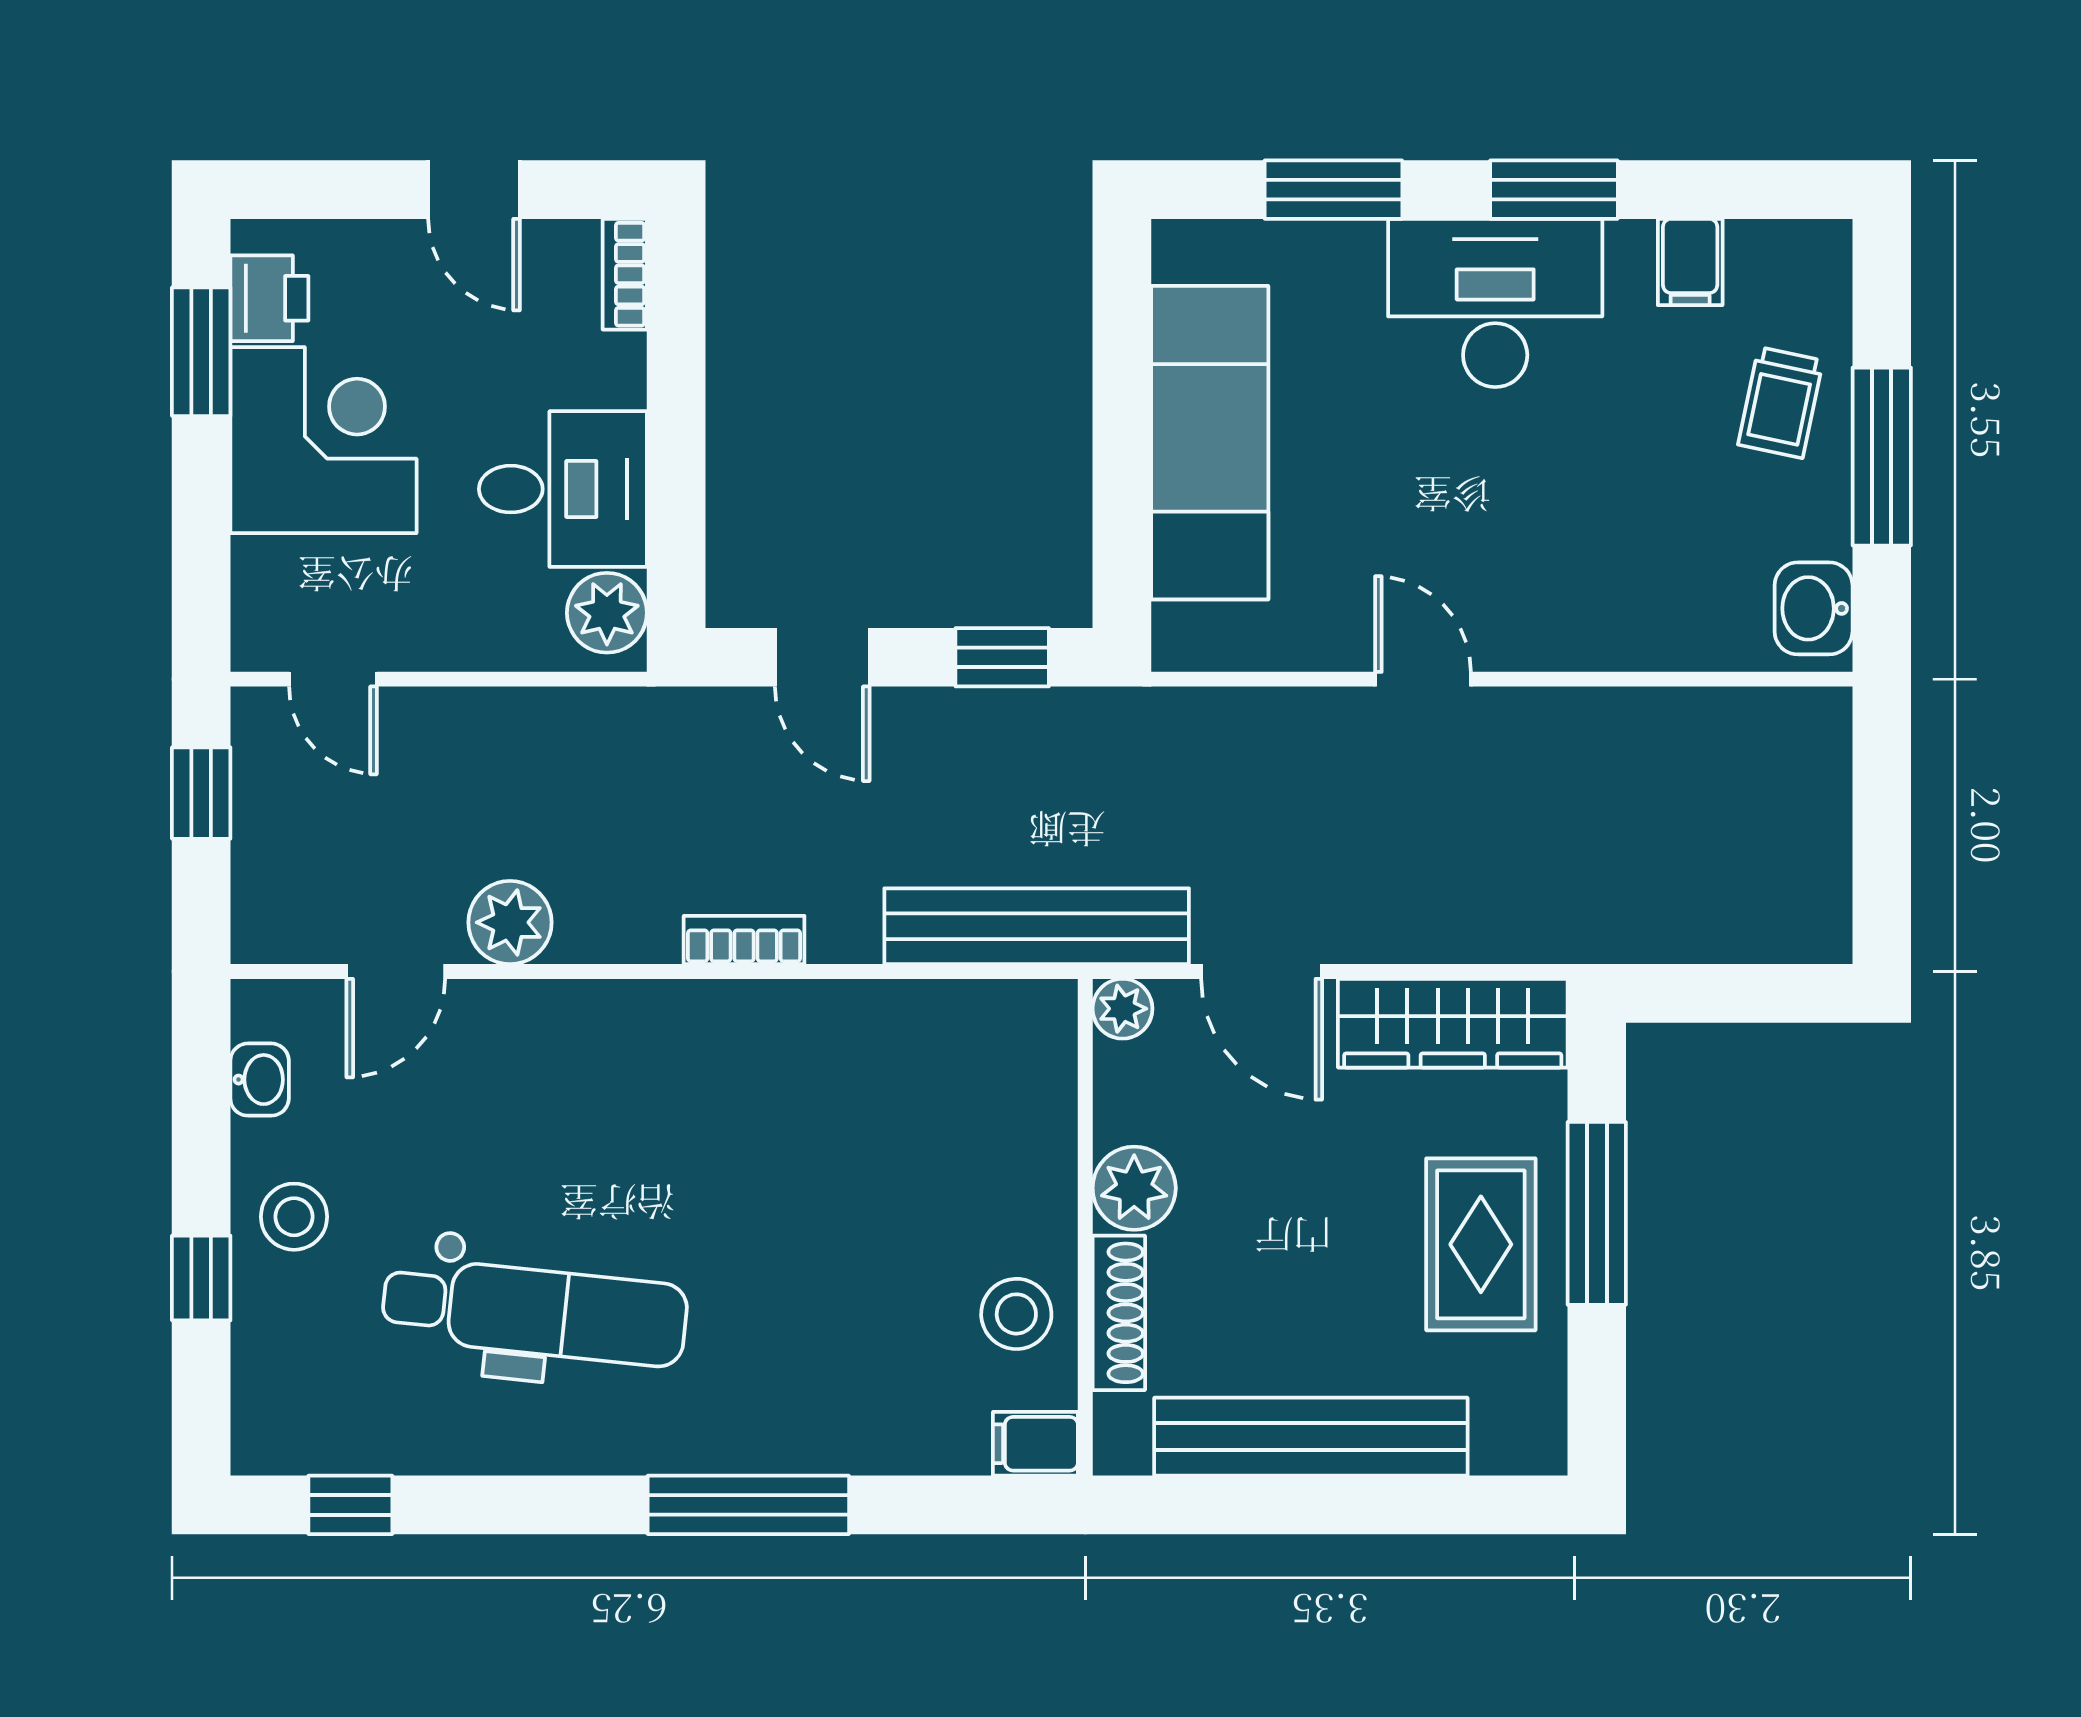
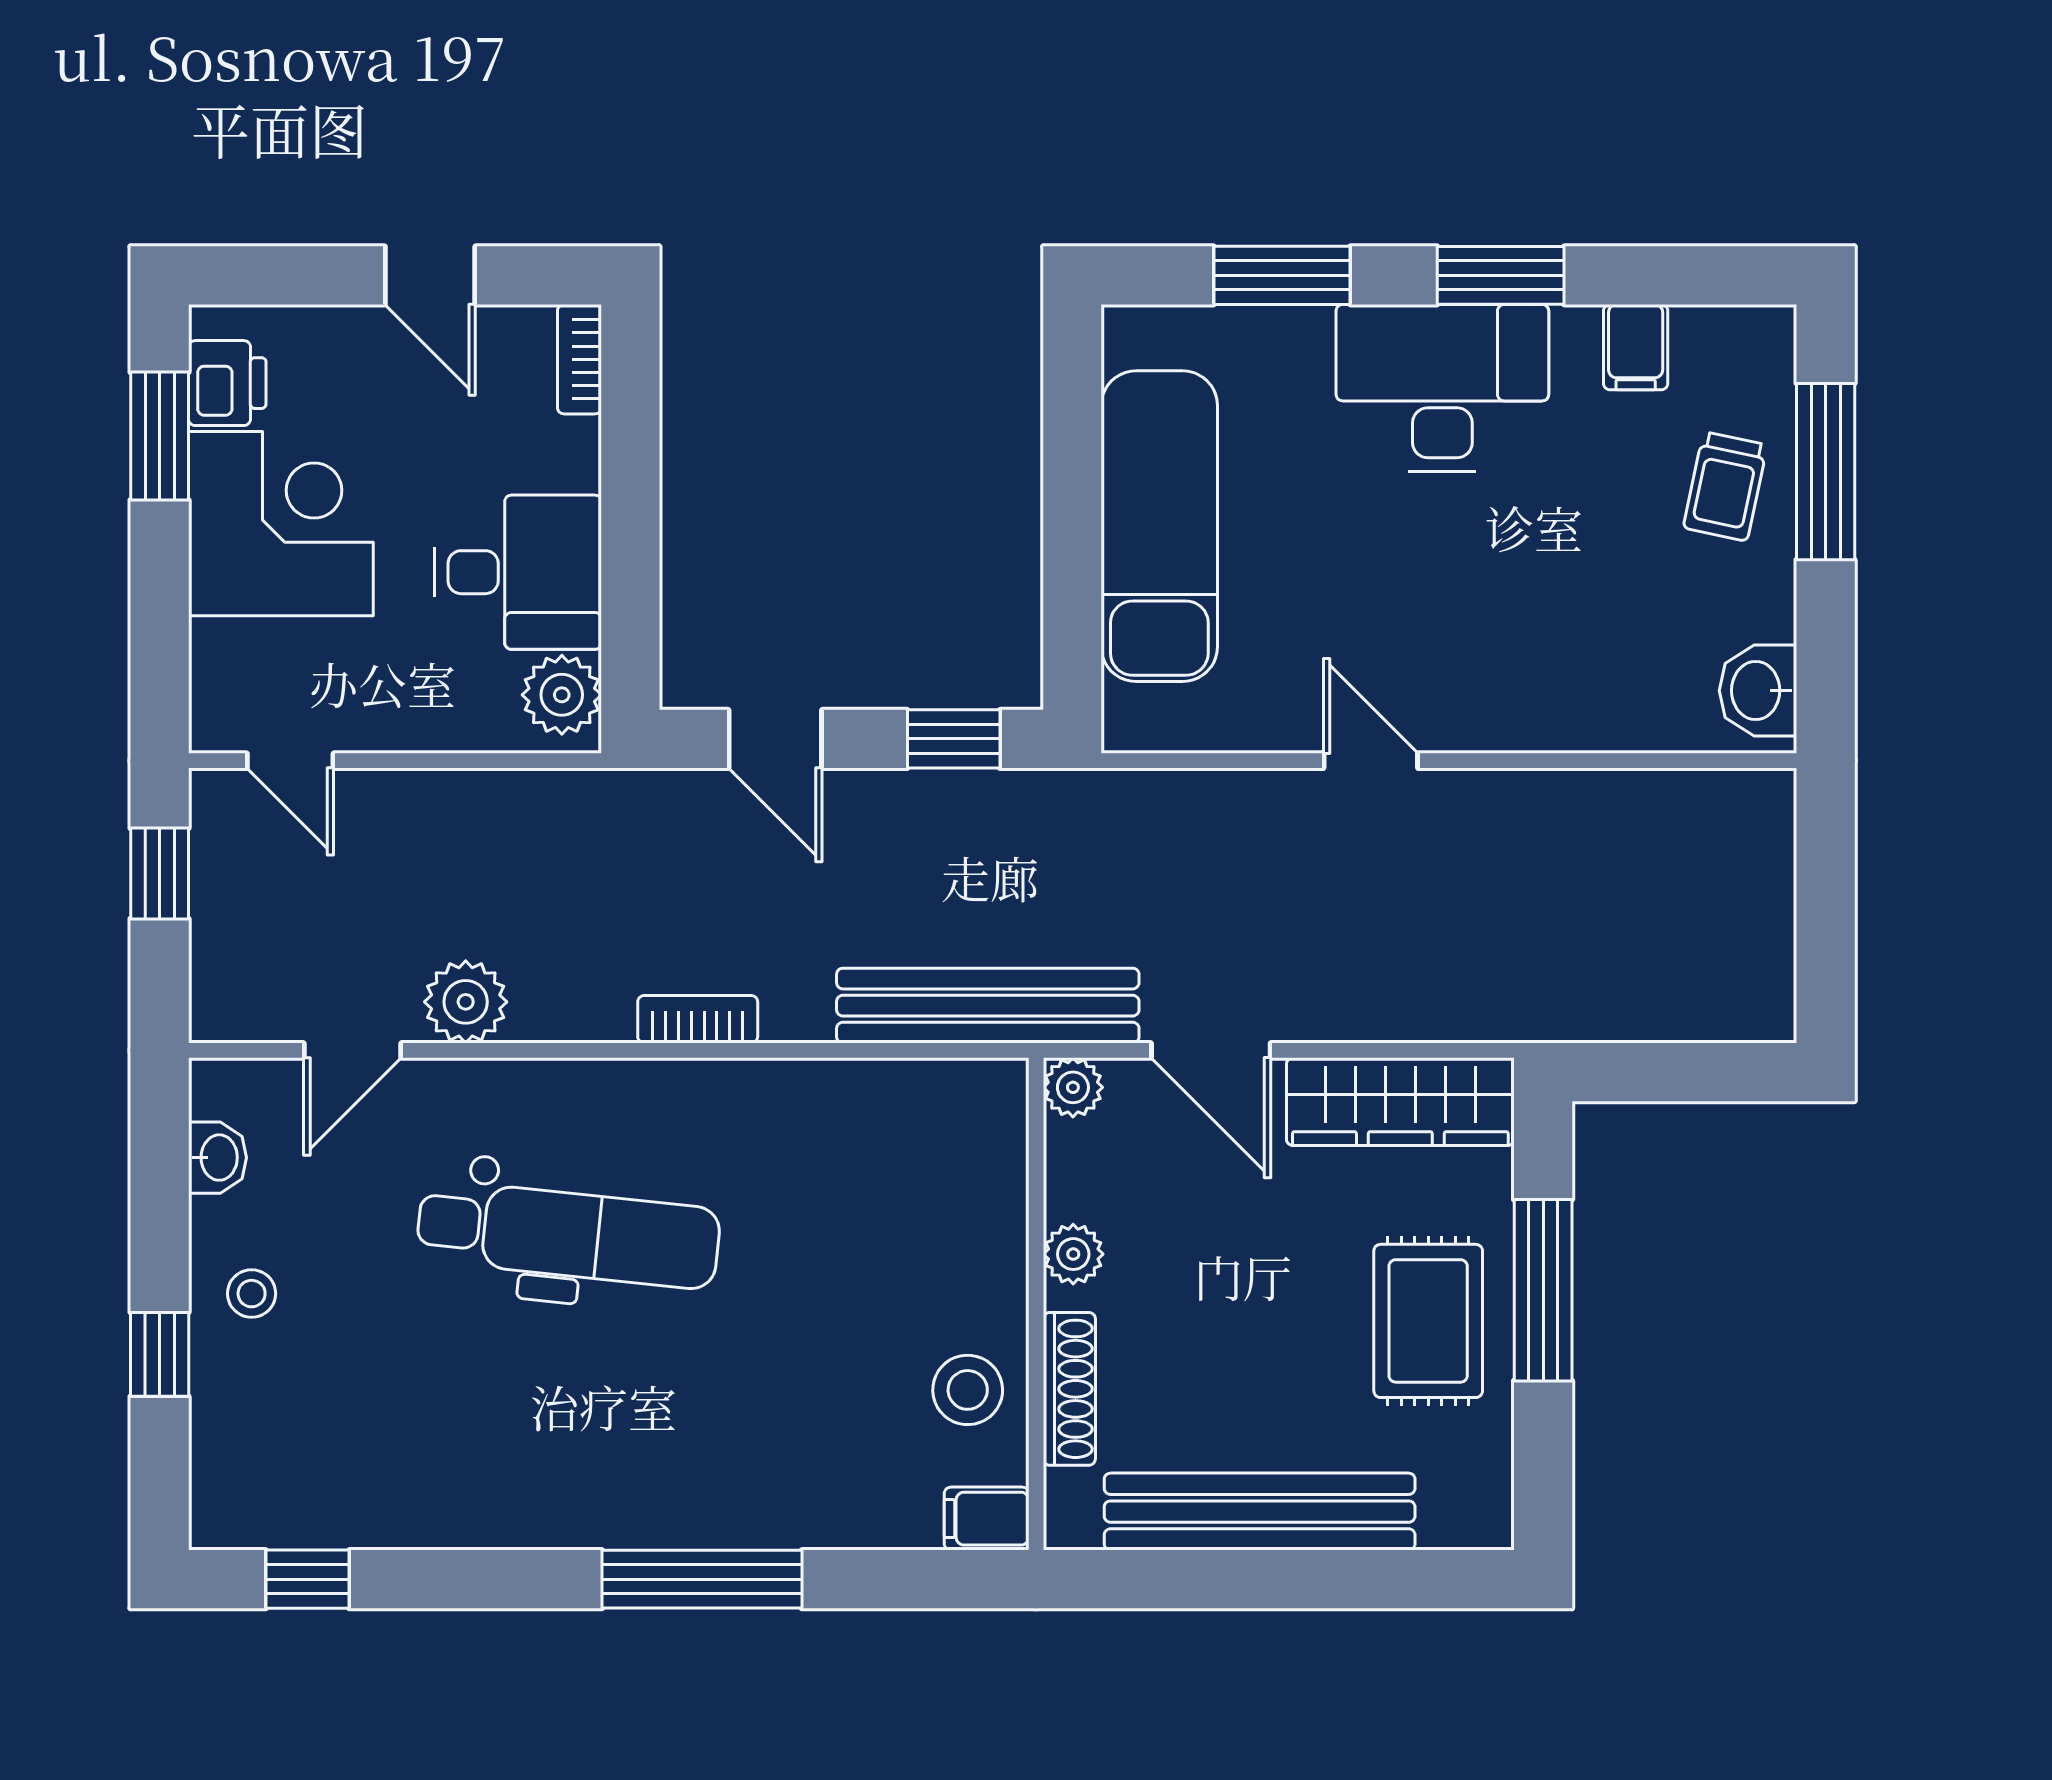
window: (1882, 457) -> (1826, 472), moved
plant: (1134, 1188) -> (1073, 1254), width x0.73, depth x0.73
stool: (294, 1217) -> (252, 1294), width x0.73, depth x0.73
dental chair: (535, 1312) -> (568, 1234), moved

